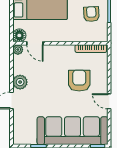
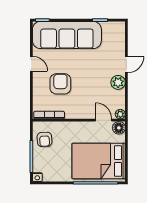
armchair: (91, 14) -> (45, 139), moved
armchair: (79, 81) -> (60, 84), turned 180

